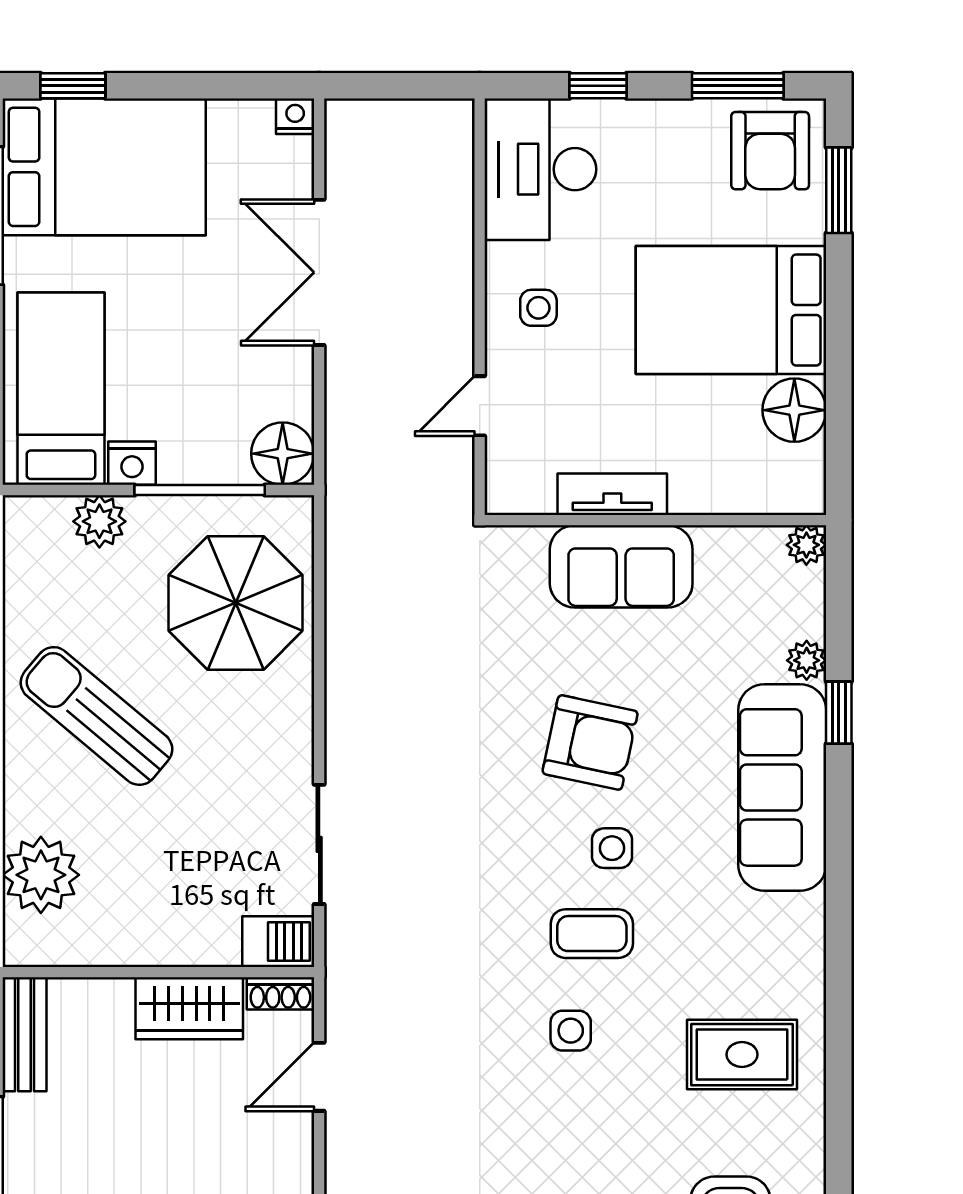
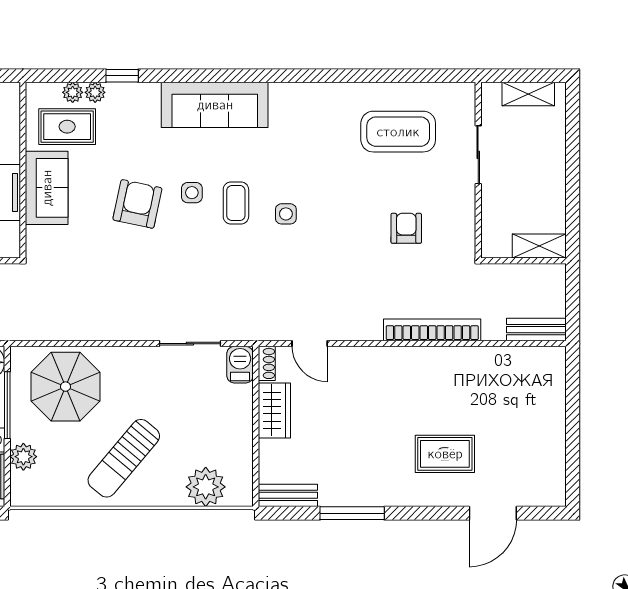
plant: (806, 545) -> (73, 92), moved
sofa: (782, 787) -> (215, 105), moved
rug: (742, 1055) -> (67, 127), moved, turned 90

